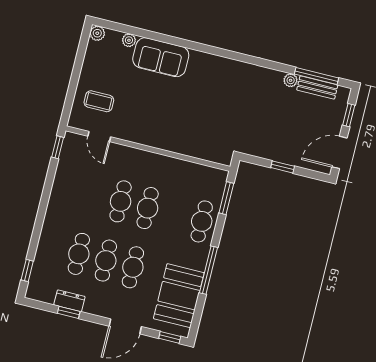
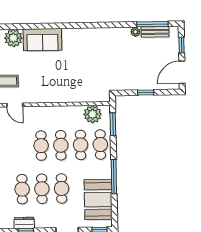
plant: (129, 40) -> (13, 38), width x1.88, depth x1.88
plant: (202, 177) -> (93, 114), added
cafe table: (175, 215) -> (81, 145), added

